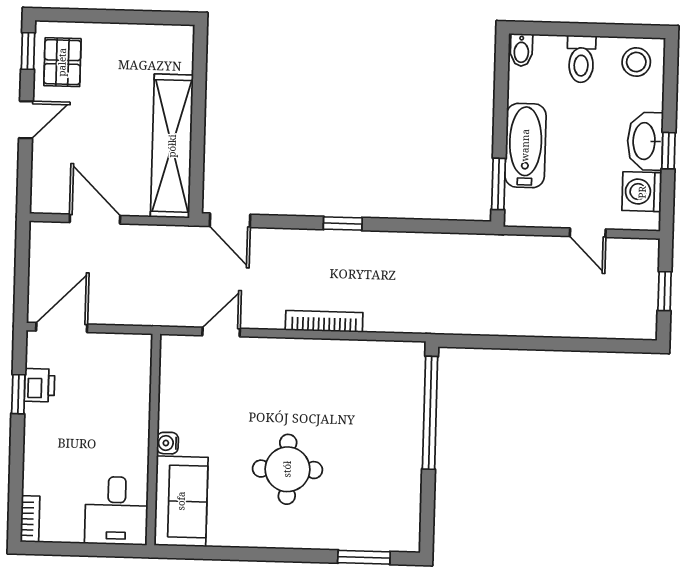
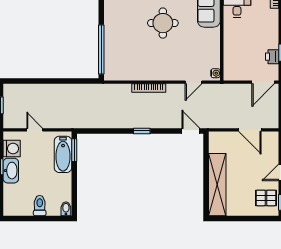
pallet: (62, 62) -> (266, 198), turned 90
stool: (636, 62) -> (16, 205), removed
bathtub: (525, 145) -> (63, 154), moved
shelving: (172, 146) -> (217, 185), moved
water cooler: (168, 443) -> (215, 73), moved

